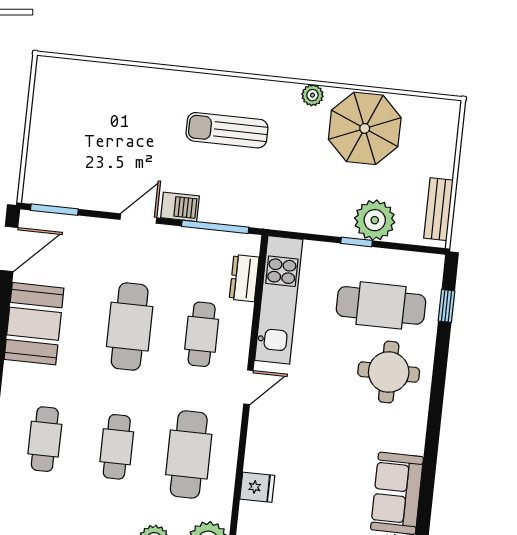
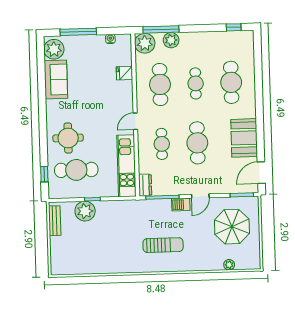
plant: (312, 95) -> (229, 265), moved
parasol: (365, 128) -> (232, 227), moved
dresser: (244, 278) -> (145, 185), moved
cafe table: (45, 439) -> (231, 82), width x1.37, depth x1.35

